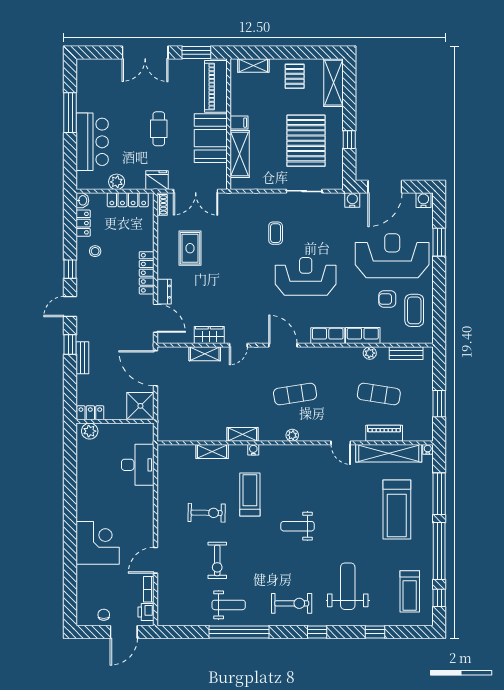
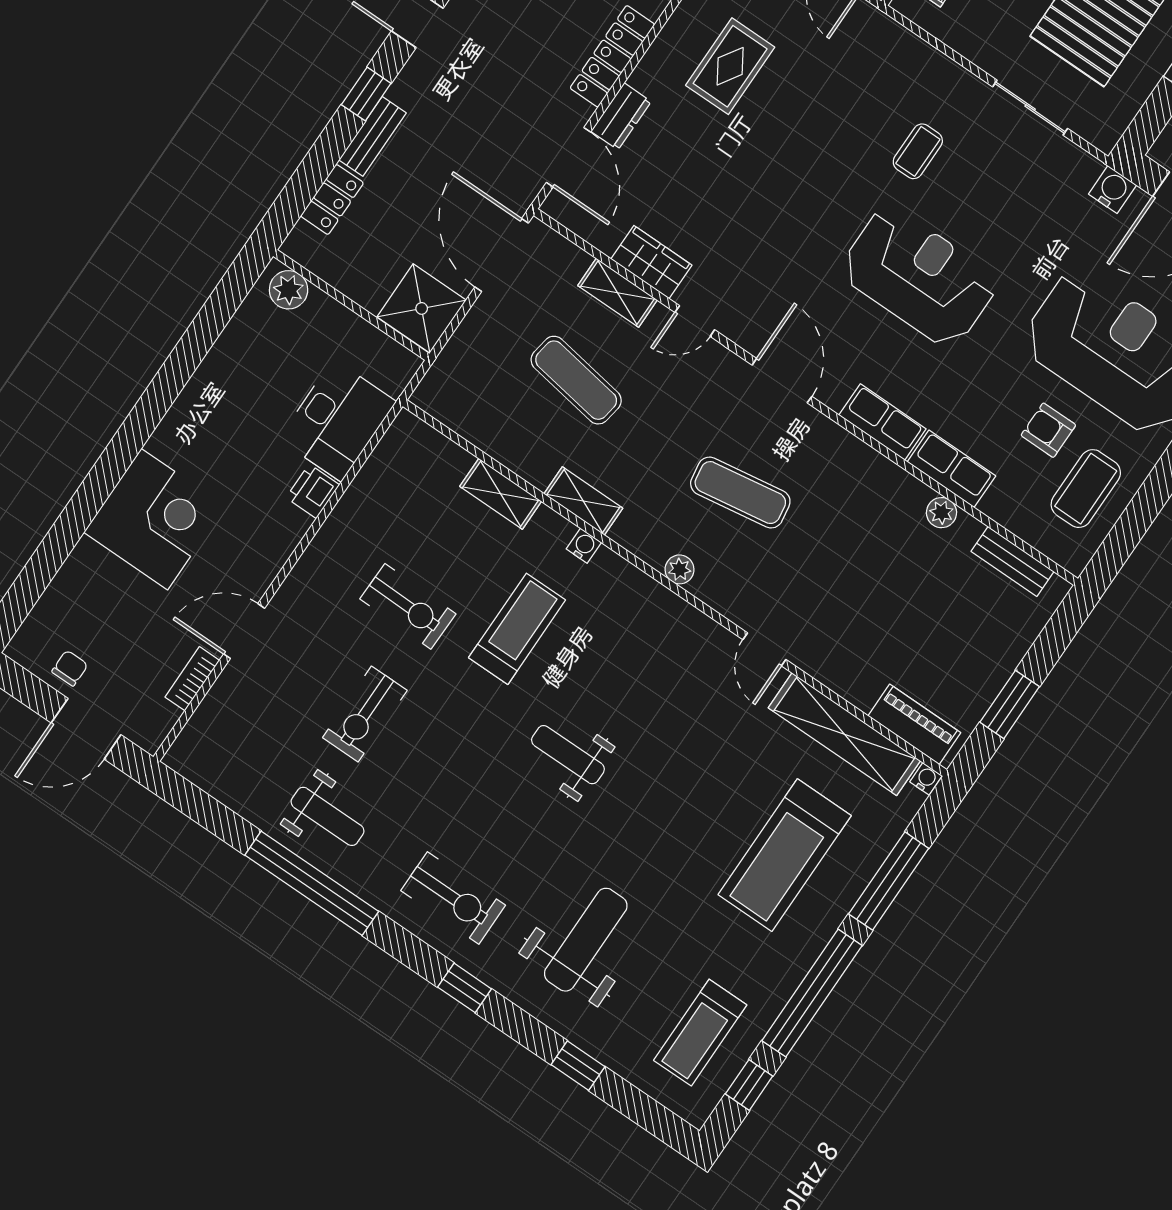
exercise mat: (379, 394) -> (576, 380), moved
locker: (90, 413) -> (332, 199), moved, turned 90
piano: (384, 433) -> (914, 724), moved
printer: (146, 612) -> (313, 491), moved

